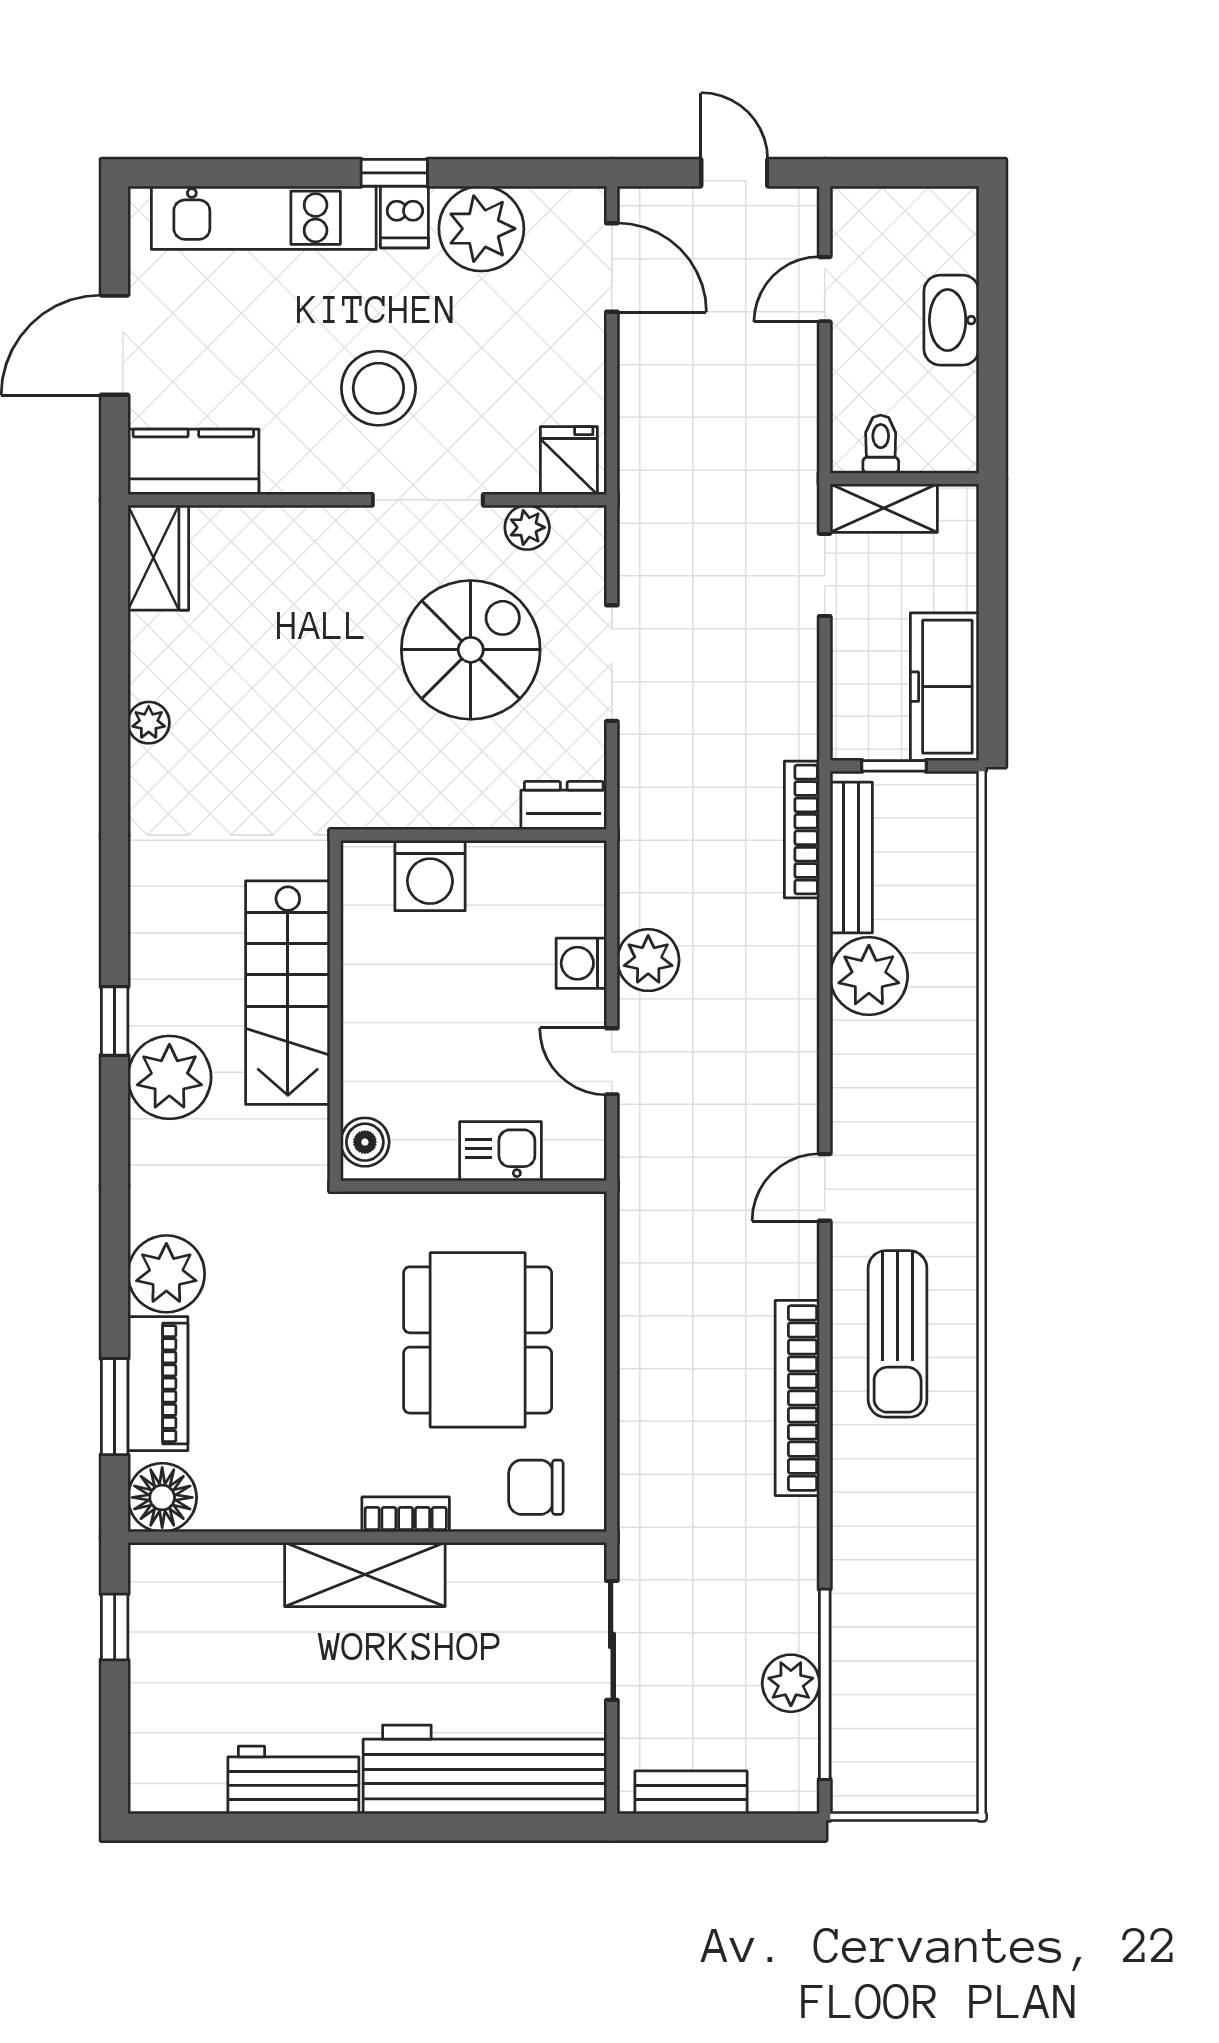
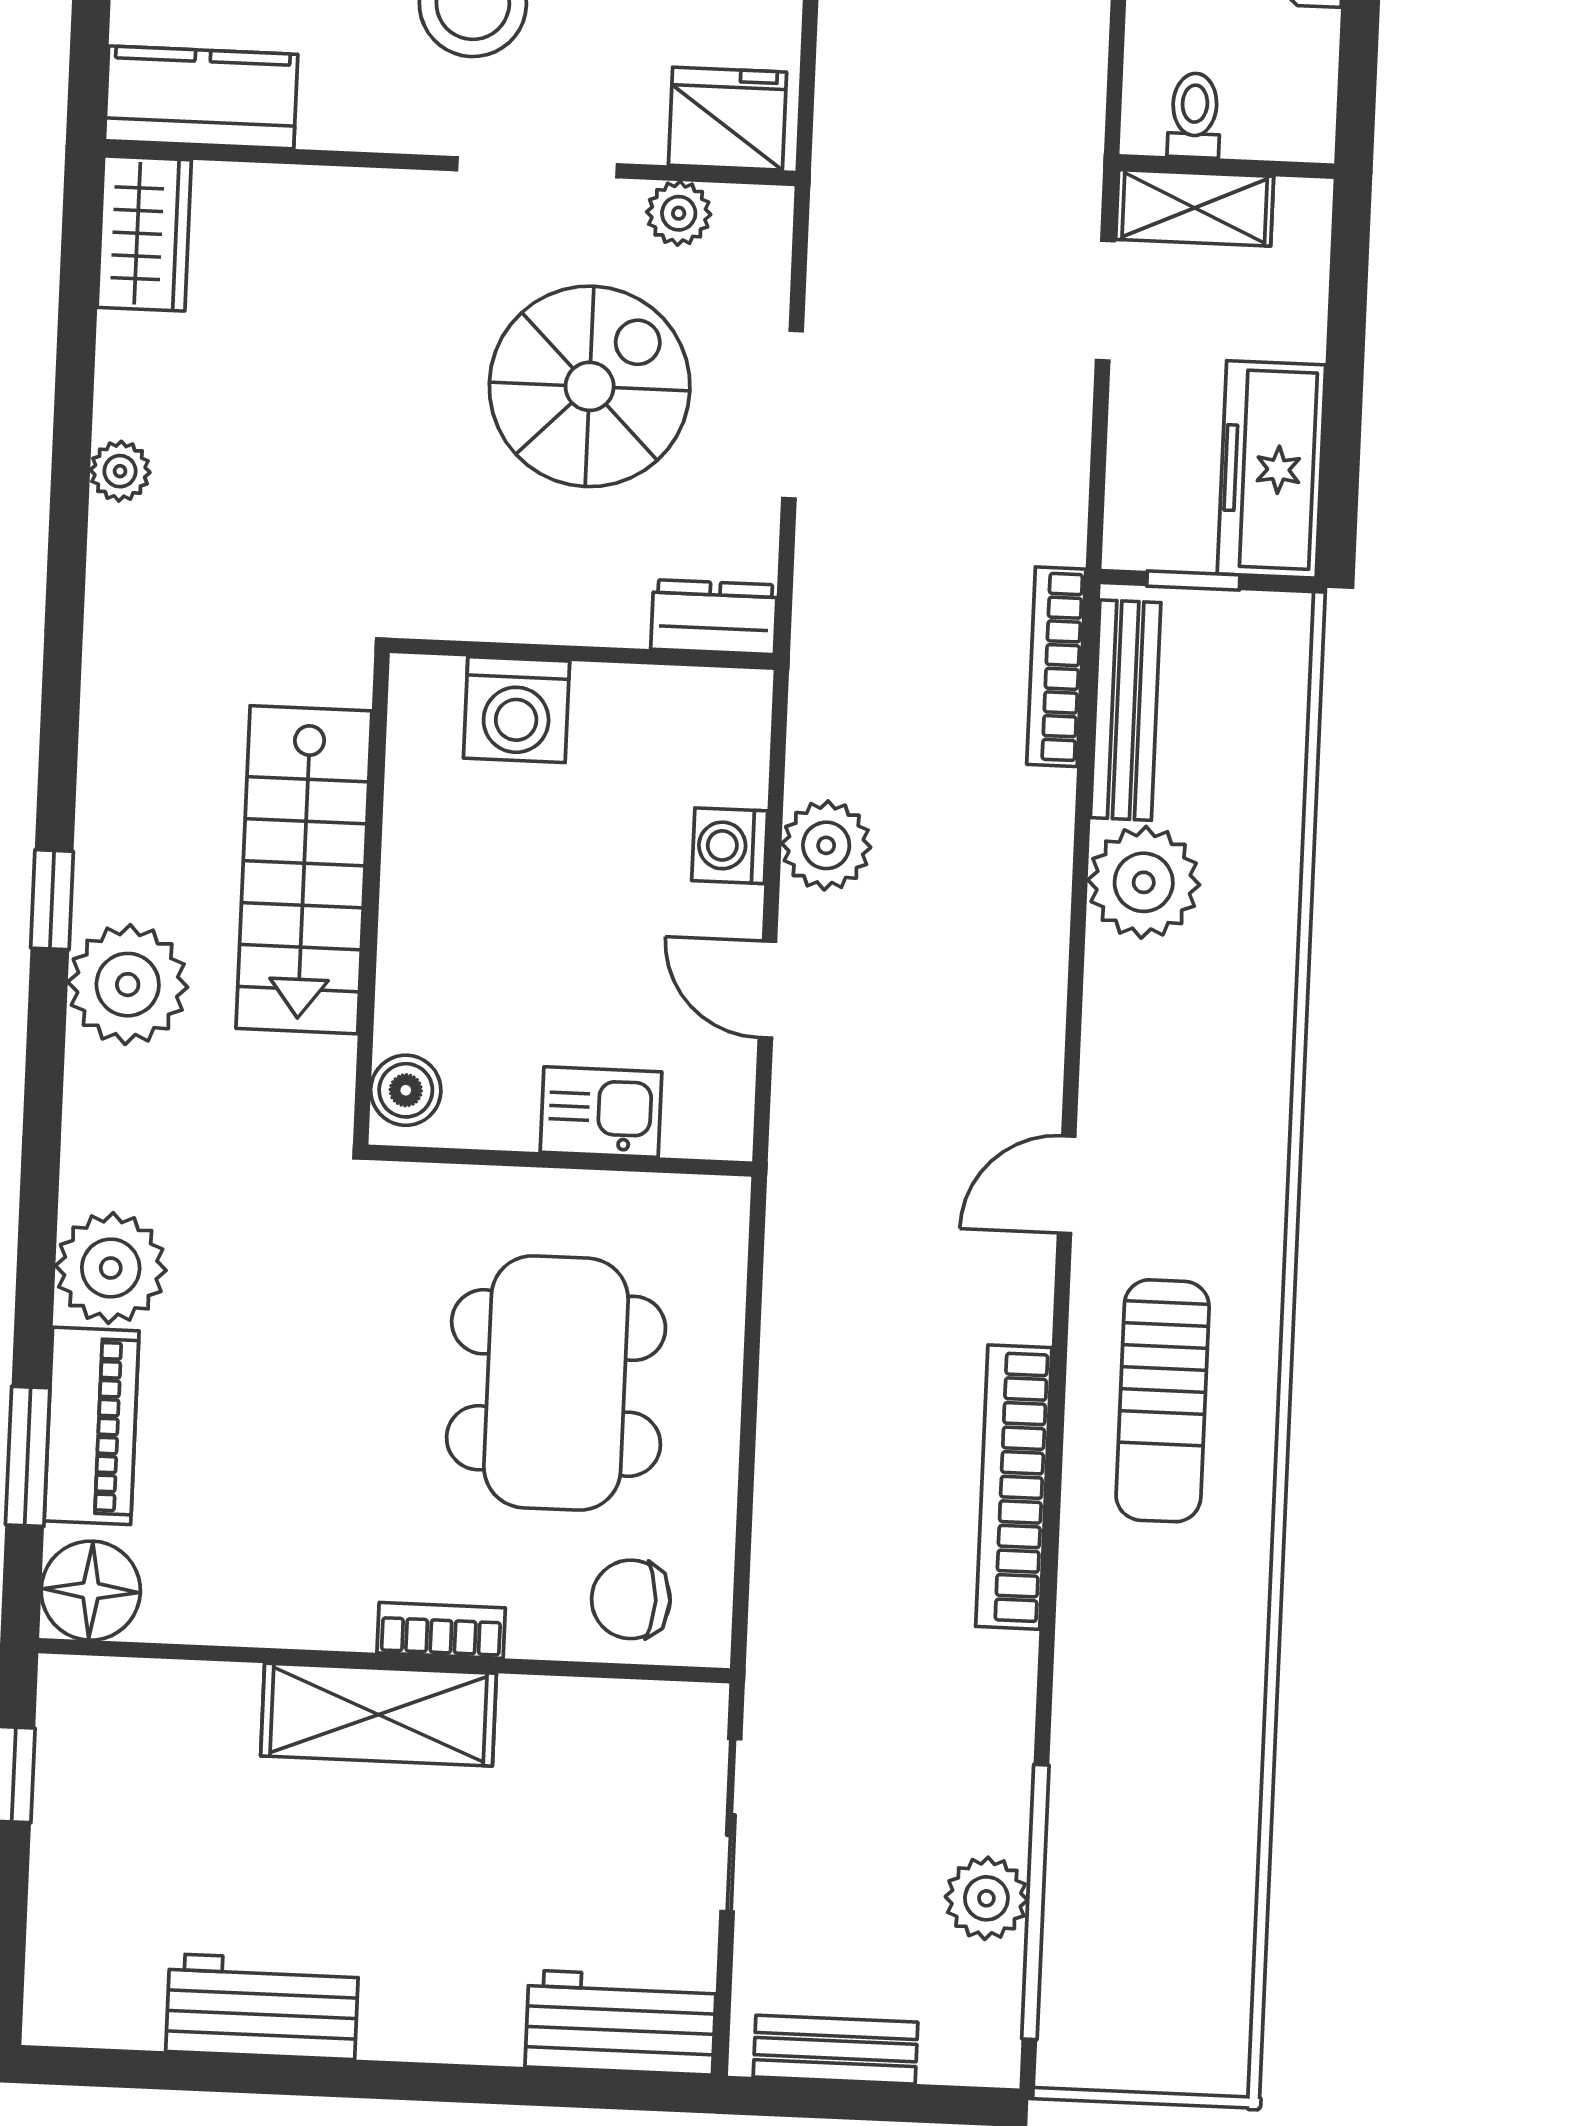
fridge: (569, 461) -> (727, 119), width x1.38
workbench: (485, 1769) -> (621, 2023), width x0.53, depth x0.76

